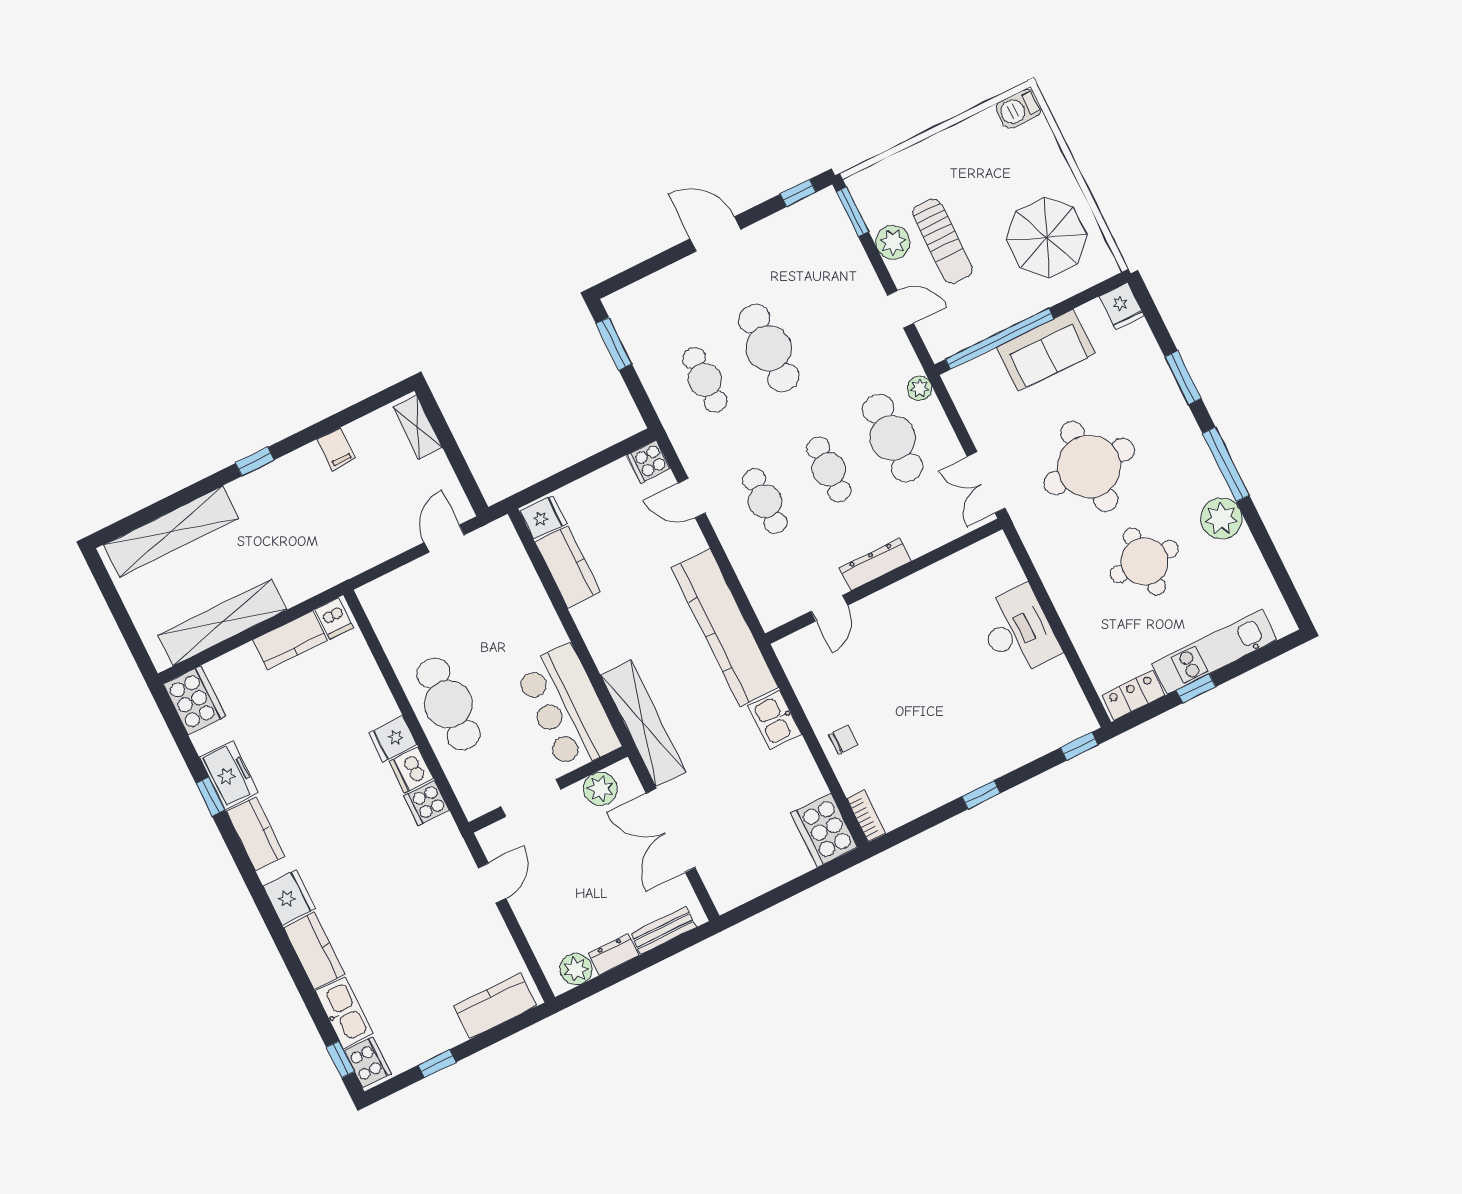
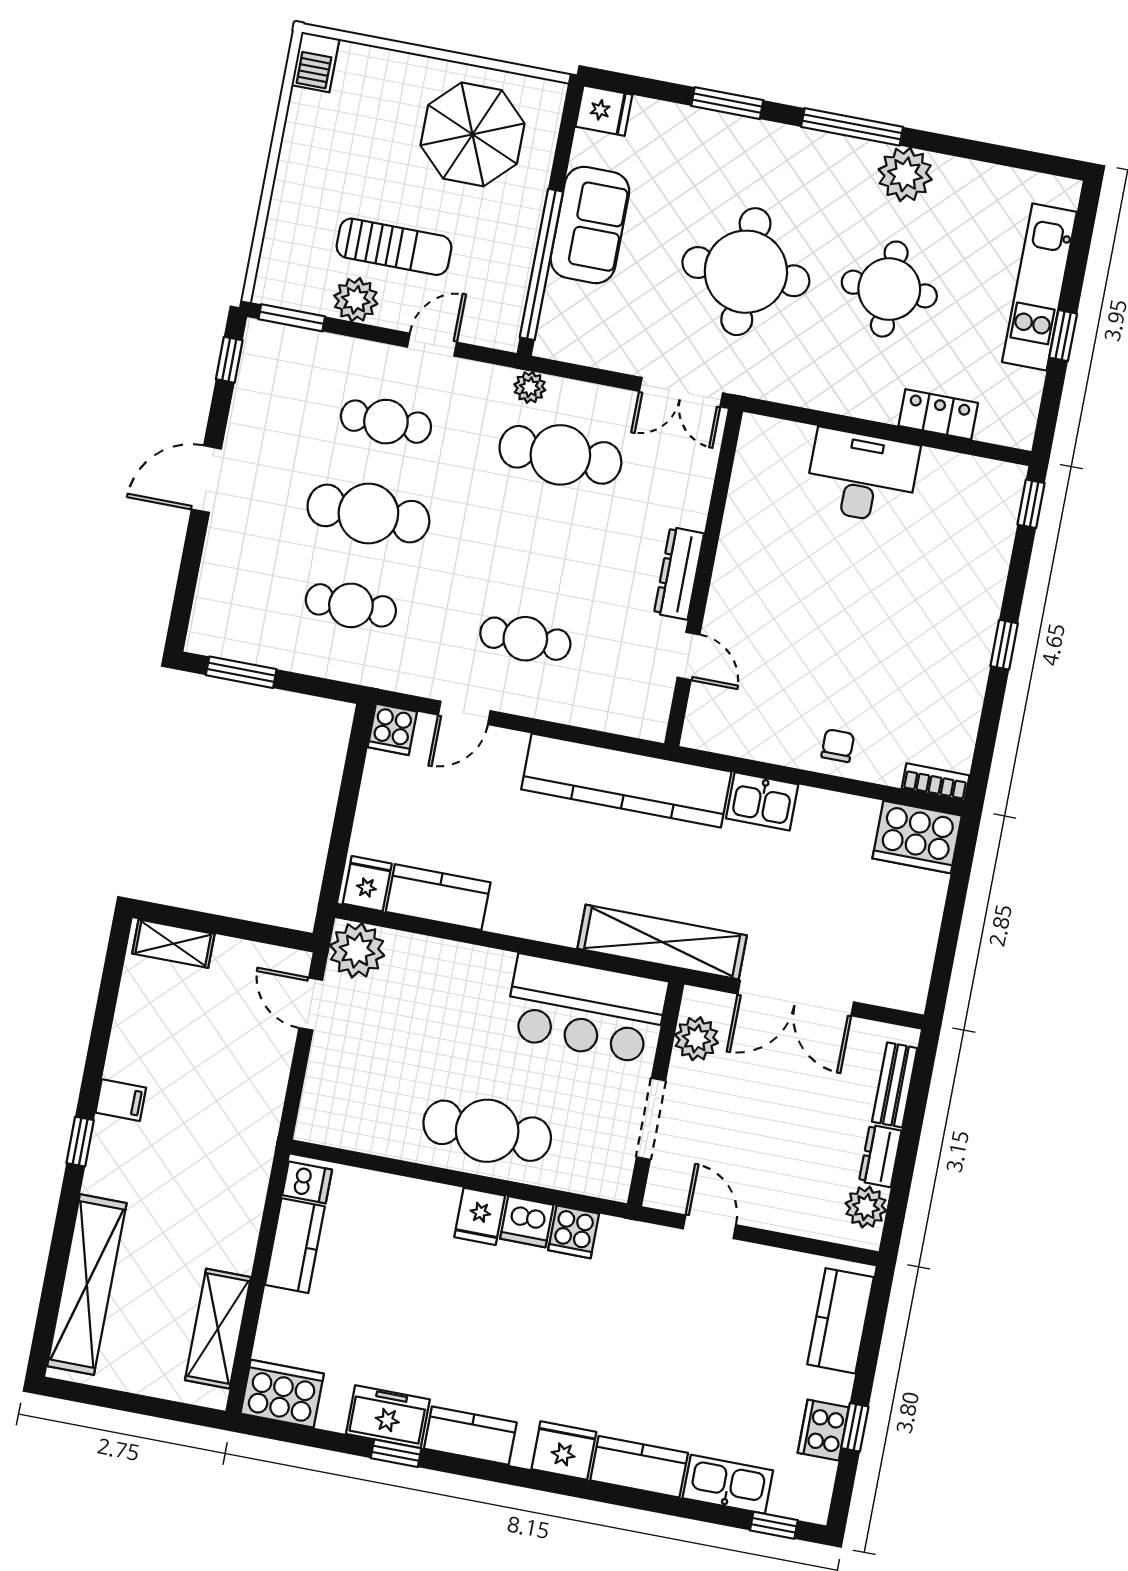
filing cabinet: (336, 449) -> (121, 1100), moved
cafe table: (829, 469) -> (386, 422), moved
plant: (498, 542) -> (357, 950), added
shelving: (223, 622) -> (218, 1329), width x0.68
locker: (1134, 695) -> (938, 414), moved, turned 90
cooker: (368, 1062) -> (823, 1430), moved, turned -90

